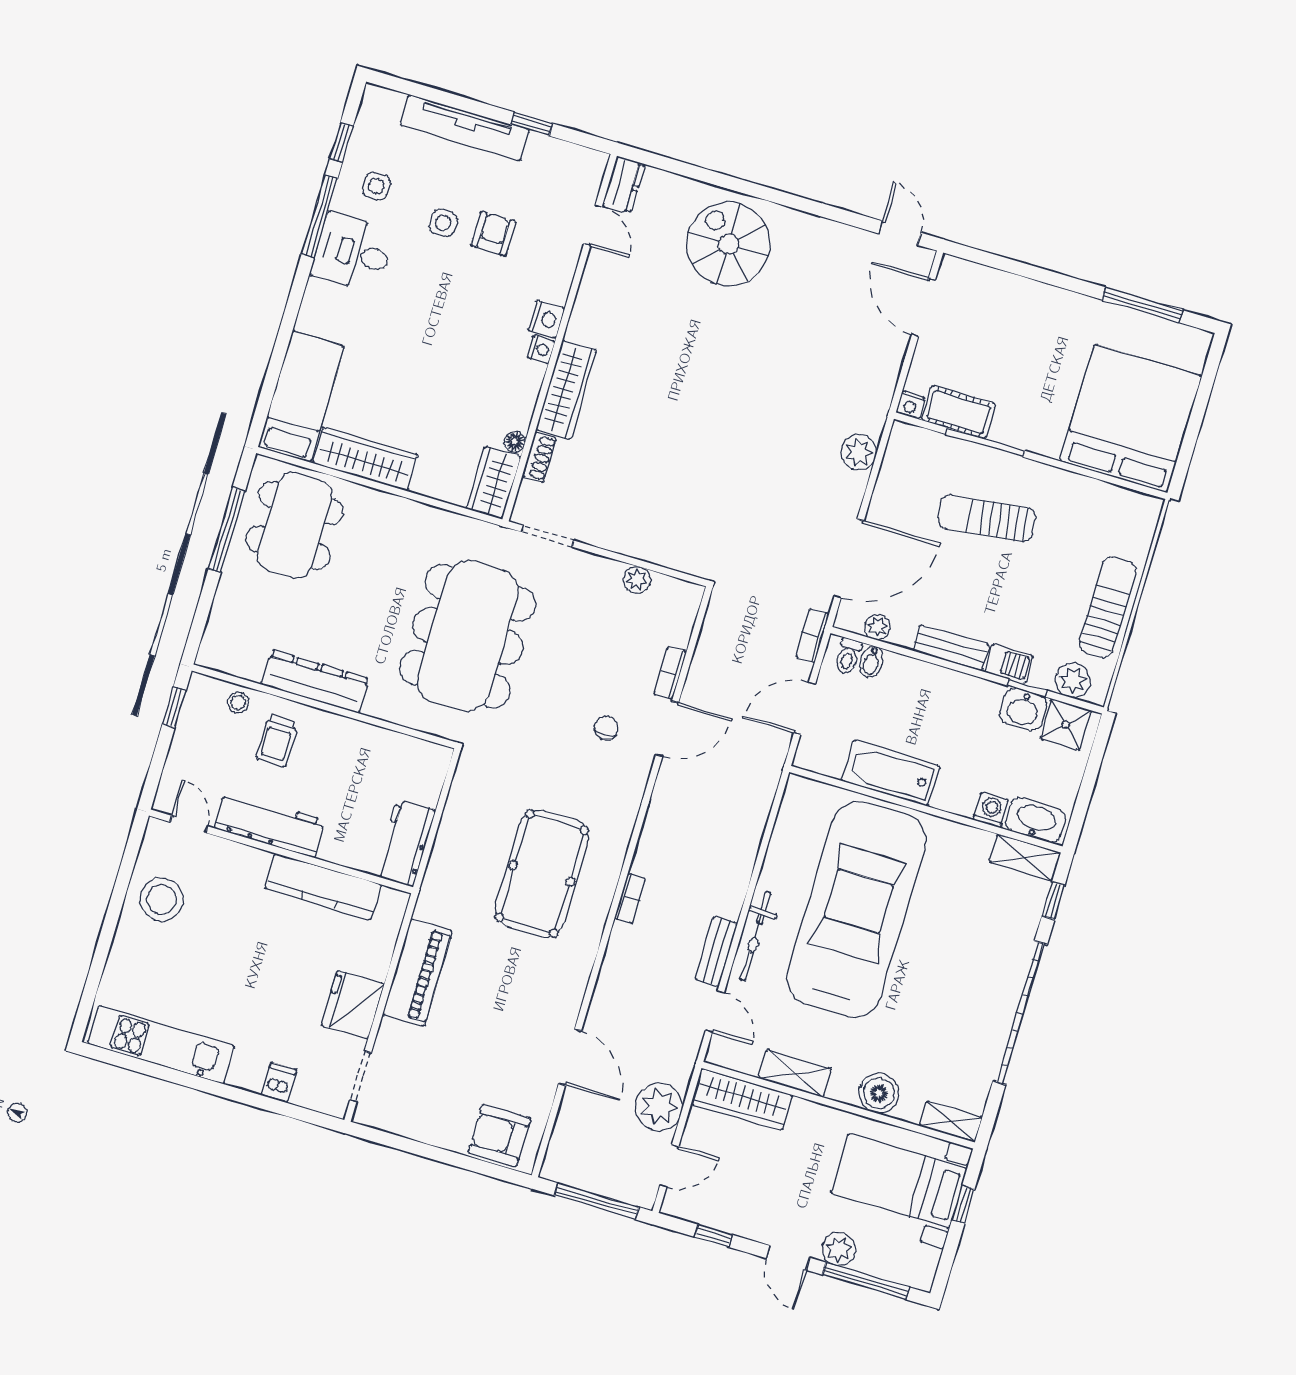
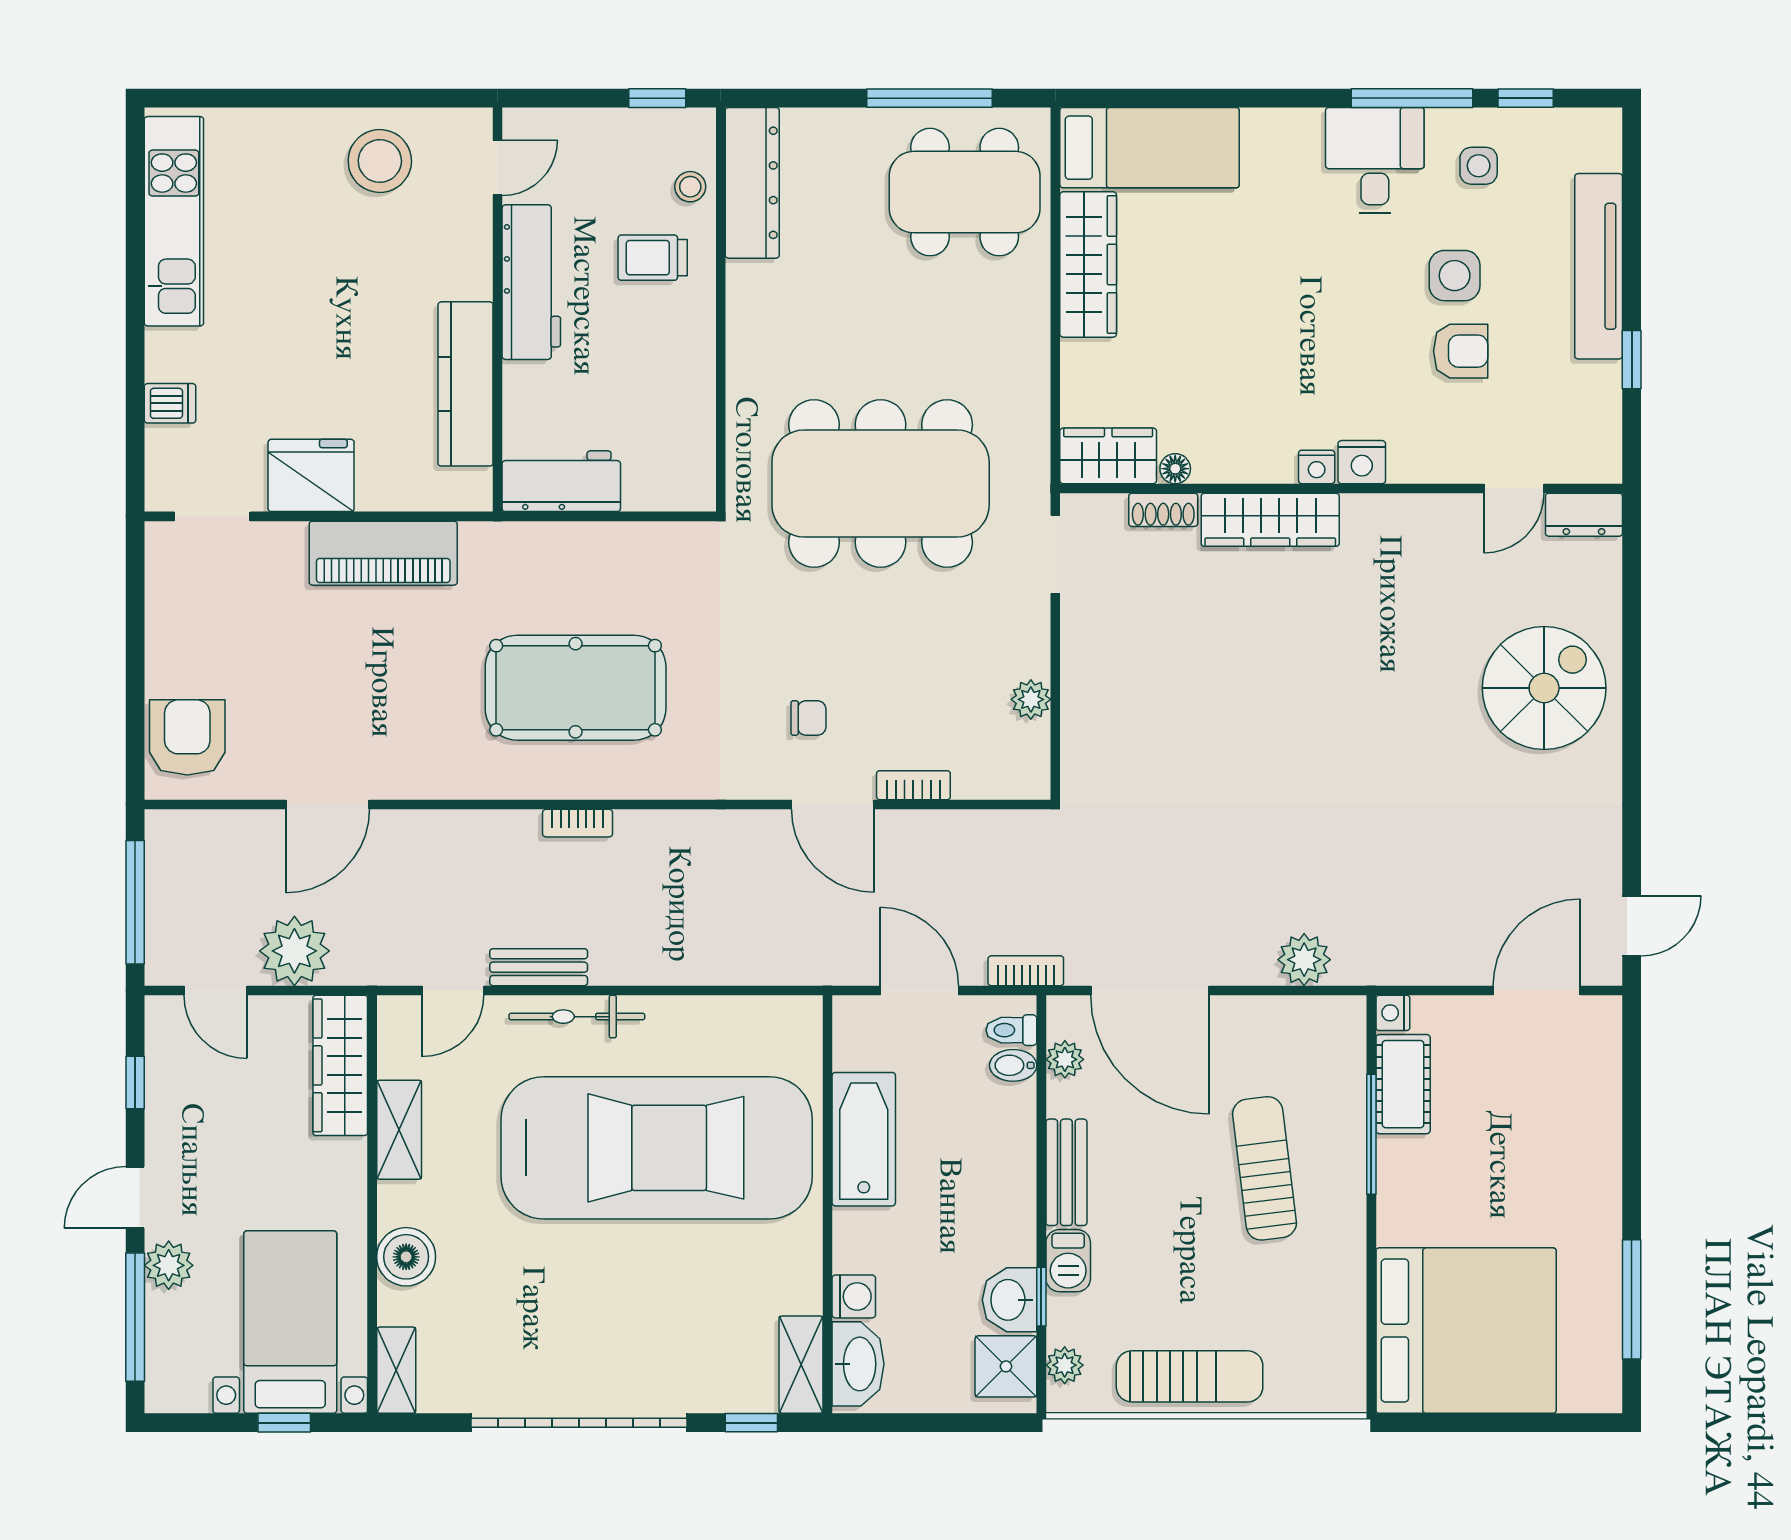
side table: (443, 223) -> (1455, 276), width x1.37, depth x1.37
plant: (1073, 680) -> (1065, 1365), width x0.73, depth x0.73
dresser: (315, 682) -> (752, 183), moved

